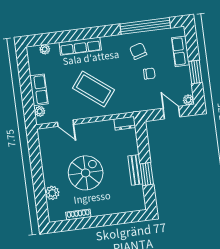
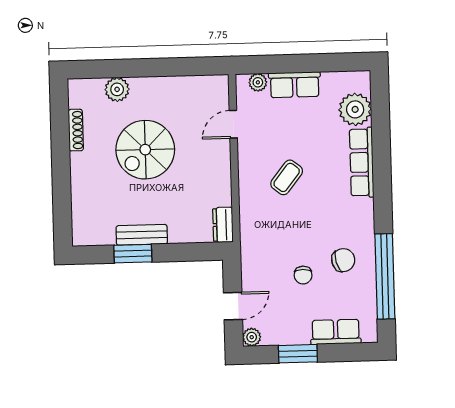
plant: (45, 49) -> (355, 109), width x1.87, depth x1.87
coffee table: (93, 89) -> (287, 177), width x0.54, depth x0.58
spiral stairs: (86, 173) -> (145, 150), turned 90

